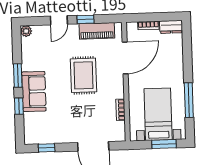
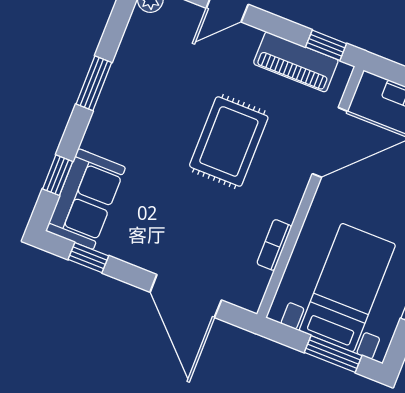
window: (85, 19) -> (326, 45), moved
sofa: (34, 91) -> (86, 199), moved
window: (19, 106) -> (58, 175), moved

